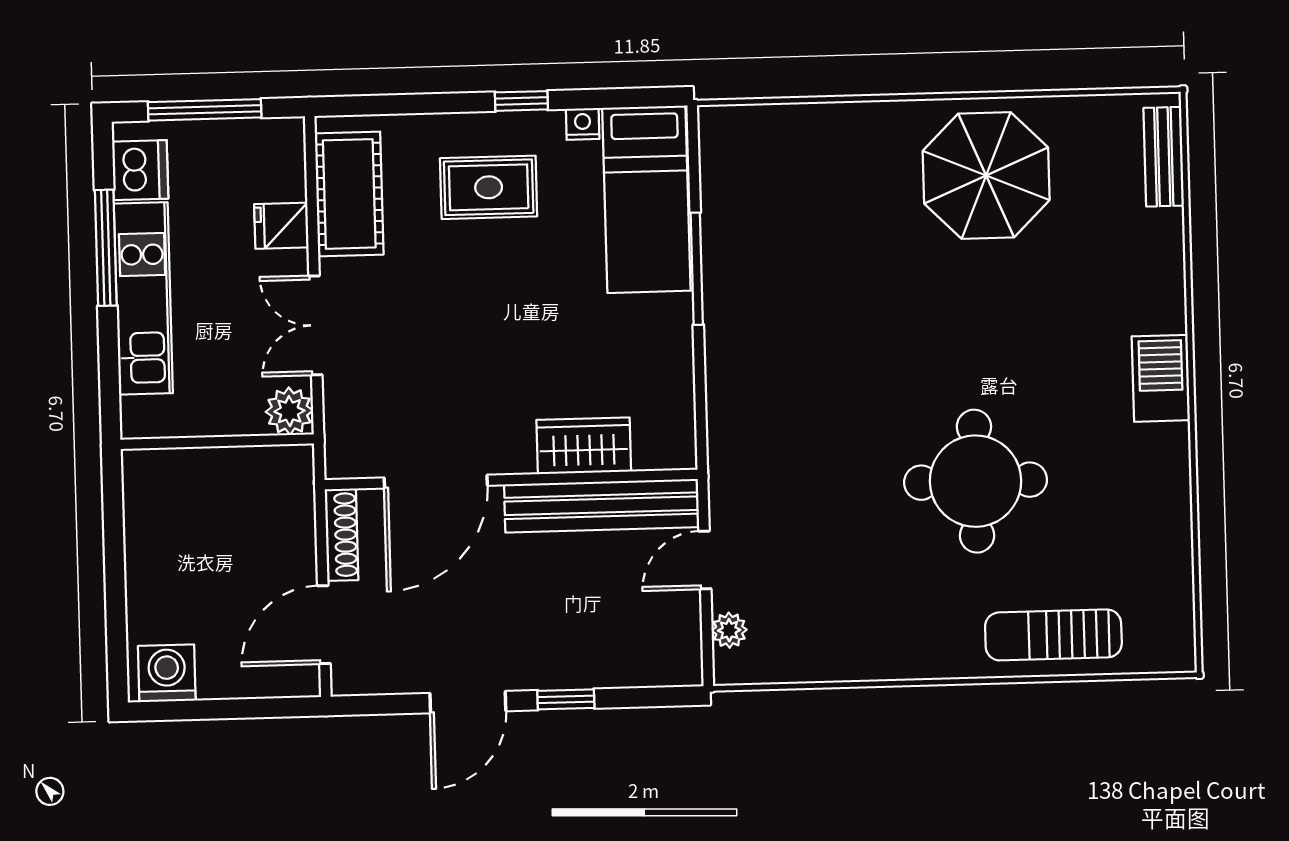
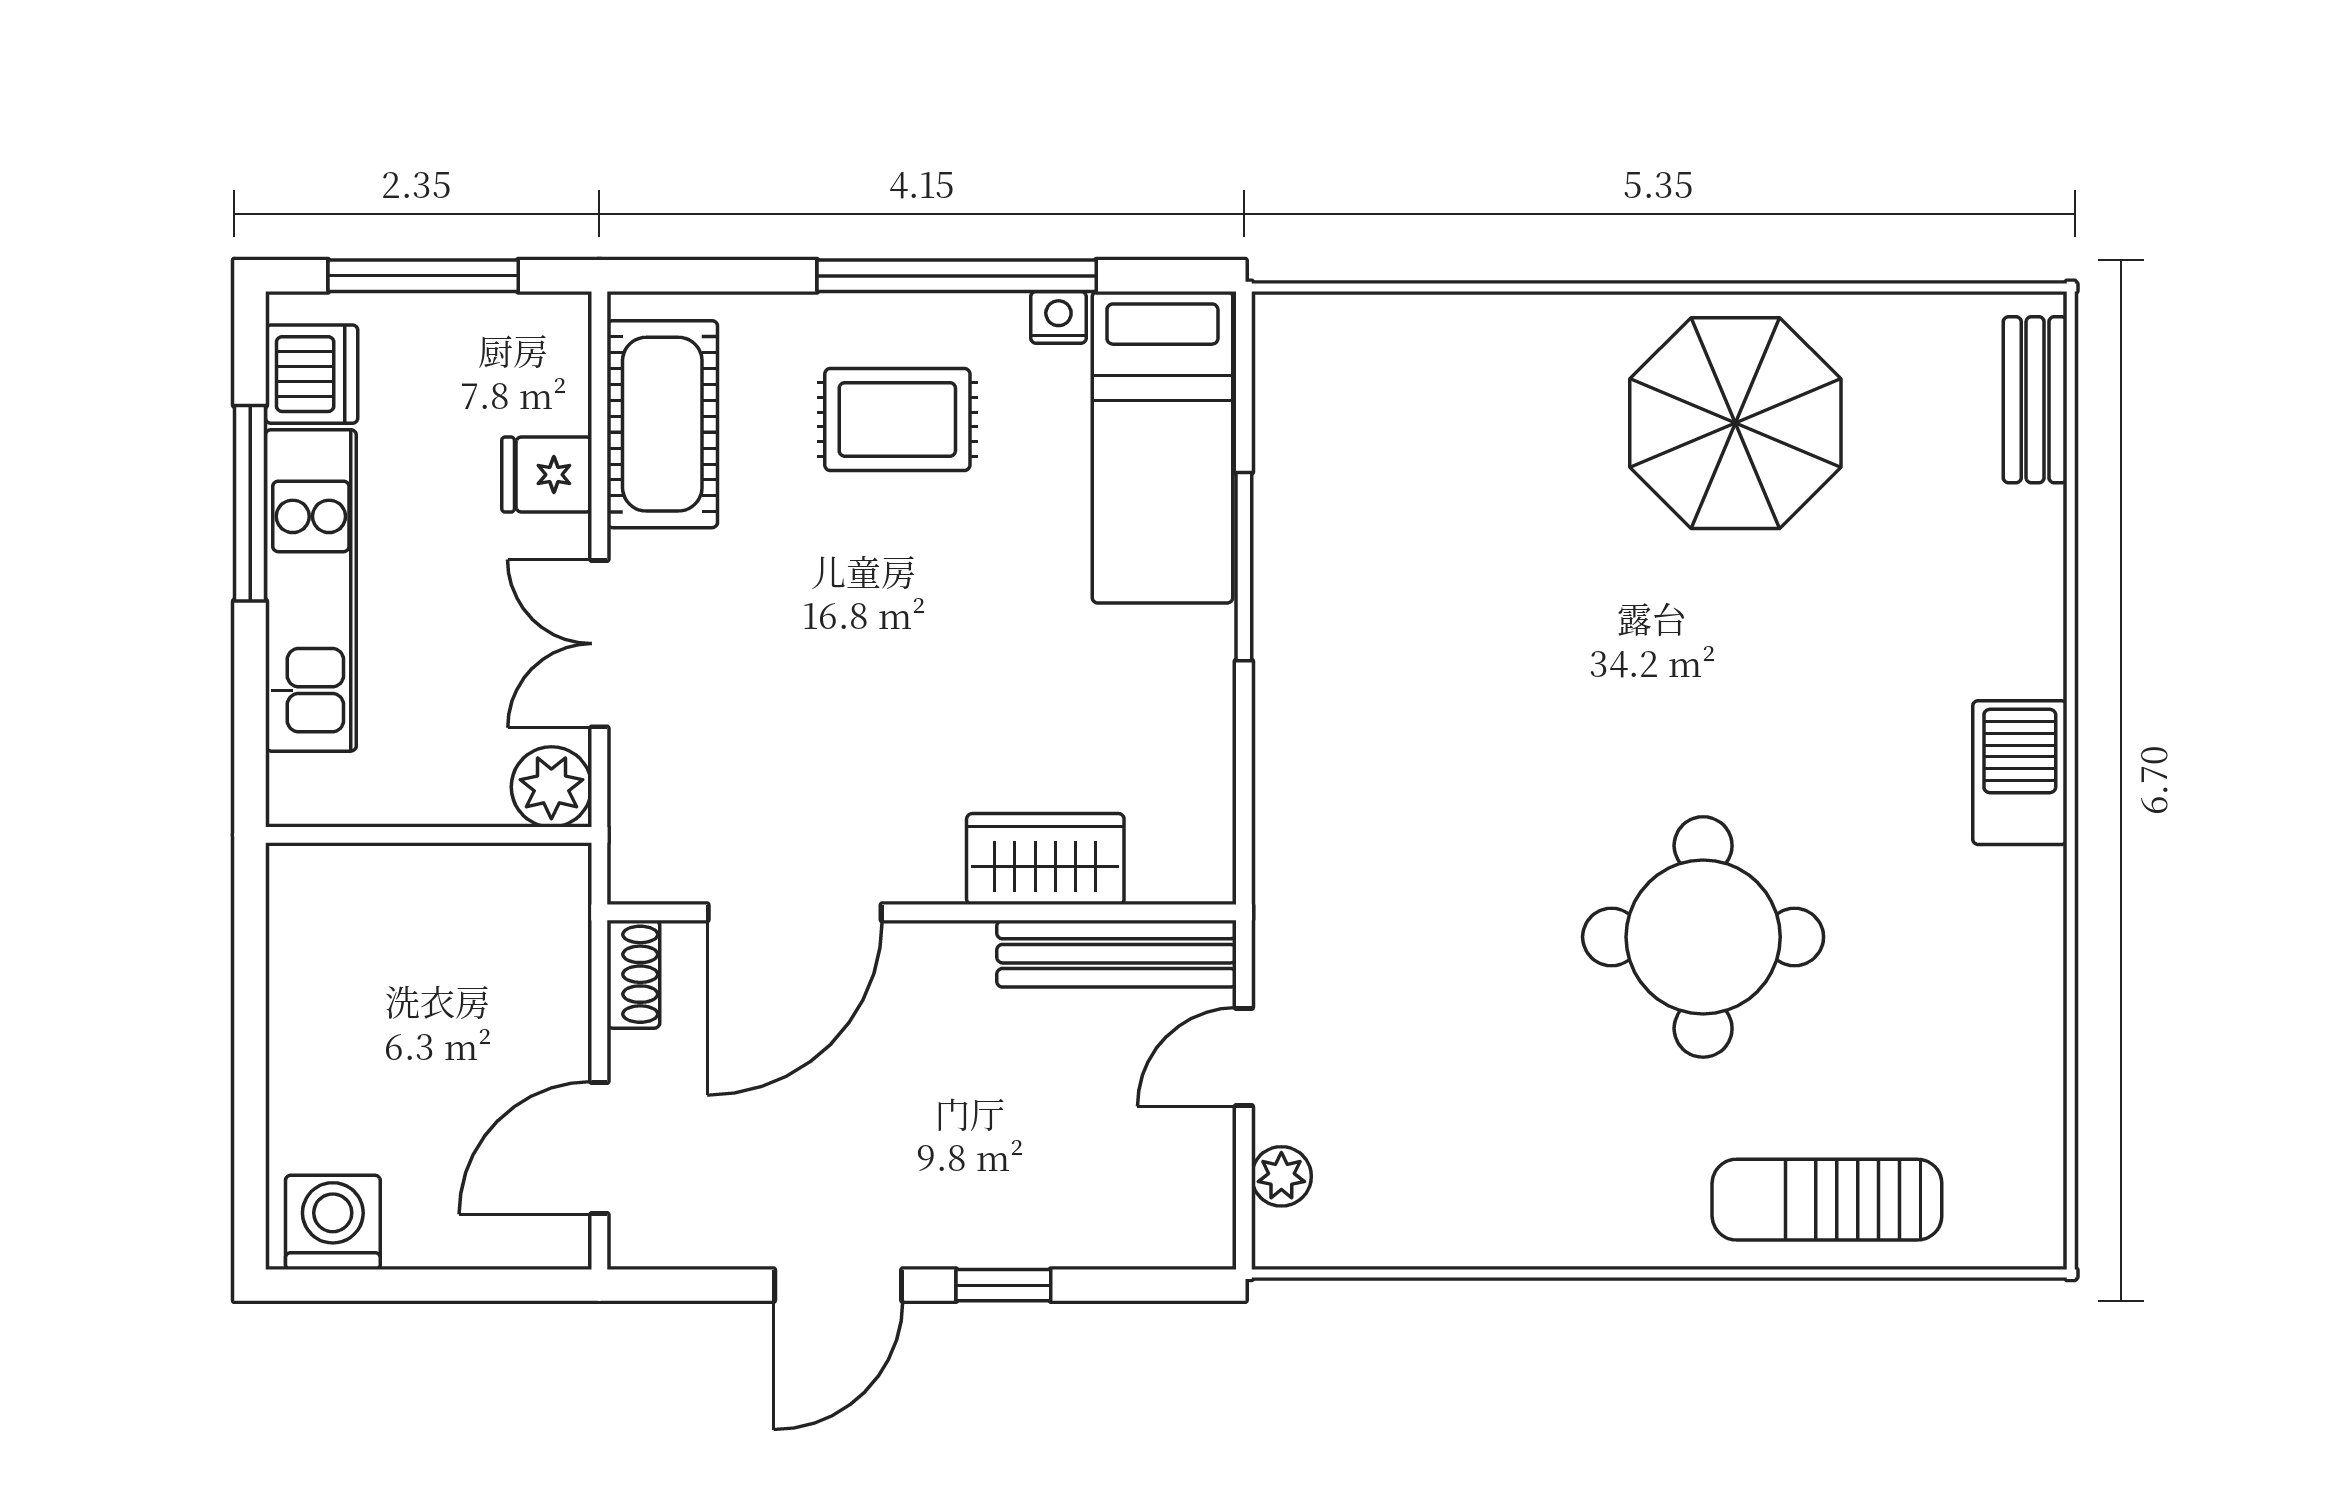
window: (521, 101) -> (957, 276), width x3.17
bench: (602, 506) -> (1117, 954), width x0.73, depth x0.82
shoe rack: (342, 535) -> (633, 974), width x0.70

